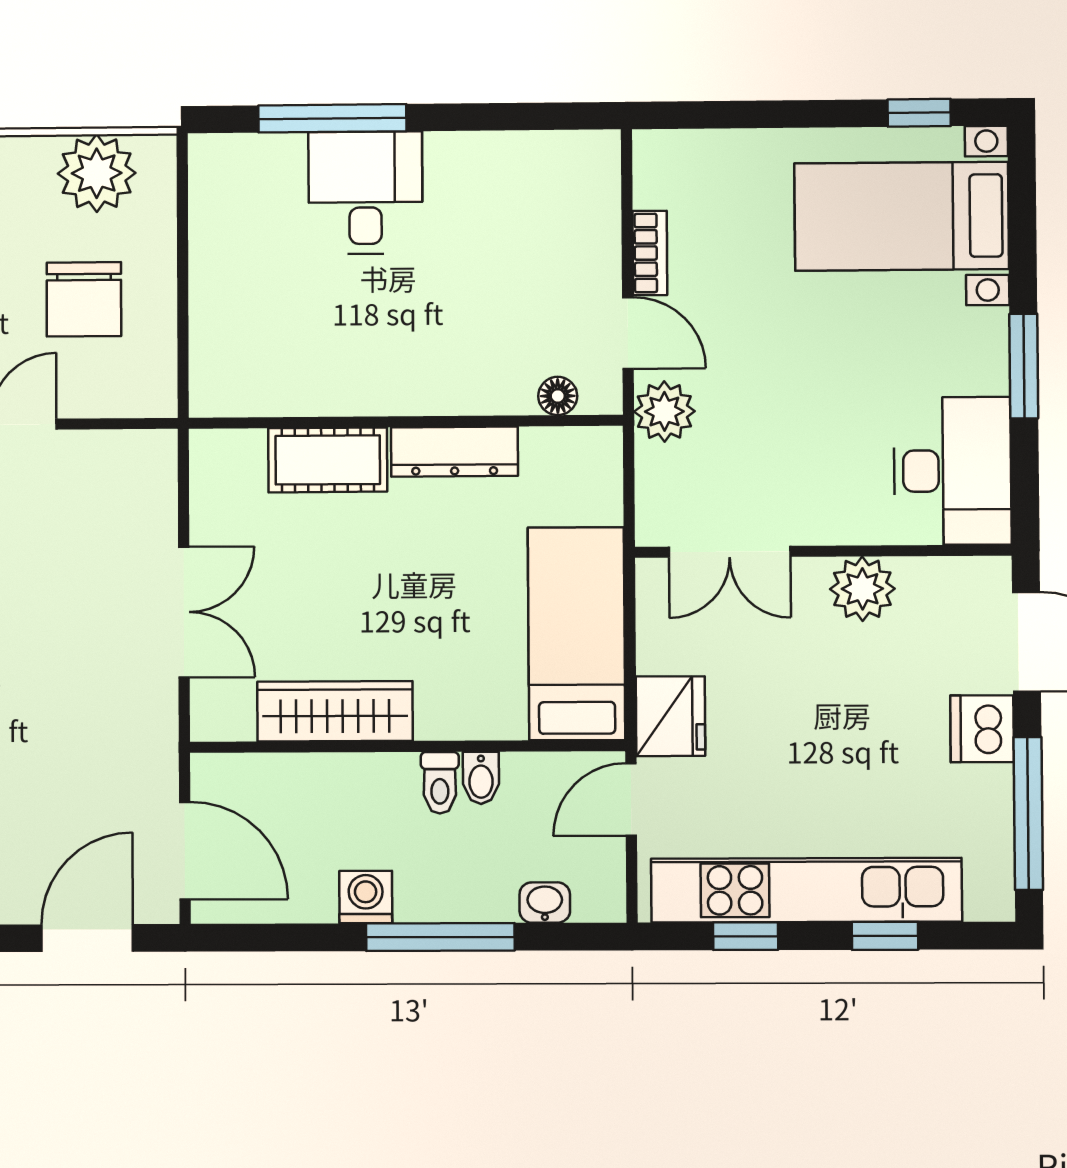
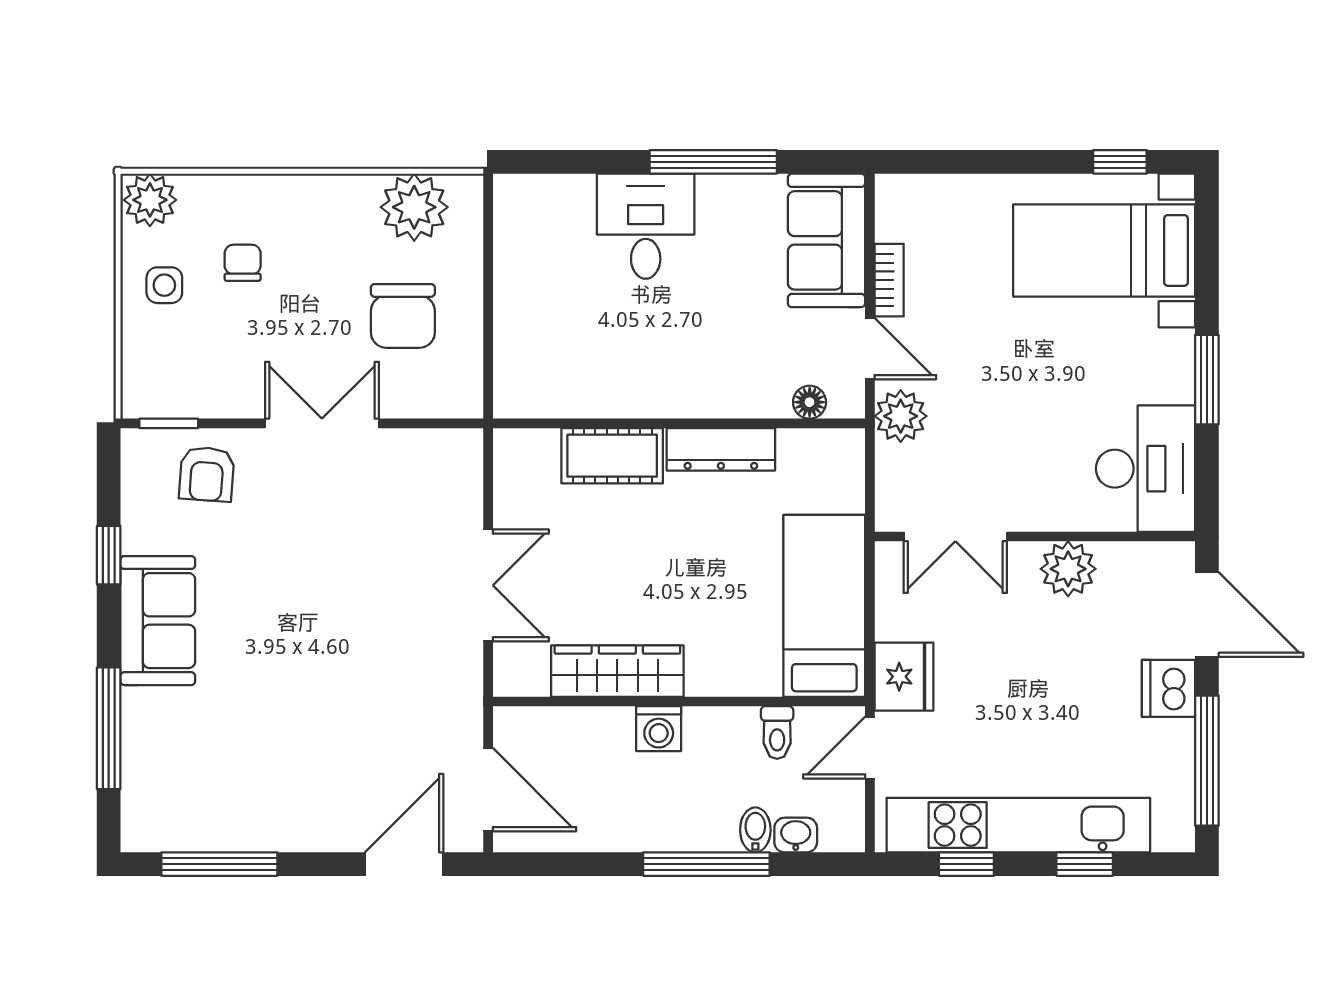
window: (332, 118) -> (713, 162), moved
sofa: (576, 207) -> (827, 240), added
bidet: (481, 778) -> (755, 830), moved, turned 180
toilet: (440, 783) -> (777, 733), moved
washing machine: (366, 897) -> (659, 729), moved, turned 180

